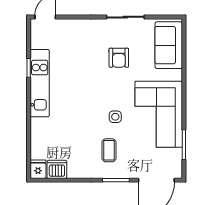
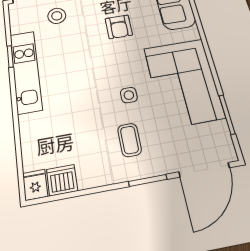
stool: (70, 38) -> (57, 16), added

